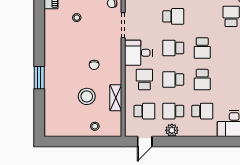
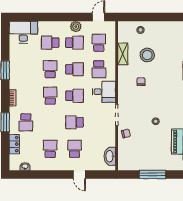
school desk: (144, 111) -> (99, 43), turned 90

